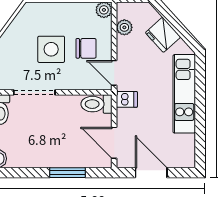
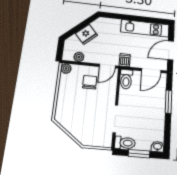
side table: (51, 49) -> (88, 105), removed
kitchen unit: (184, 94) -> (145, 28), moved

